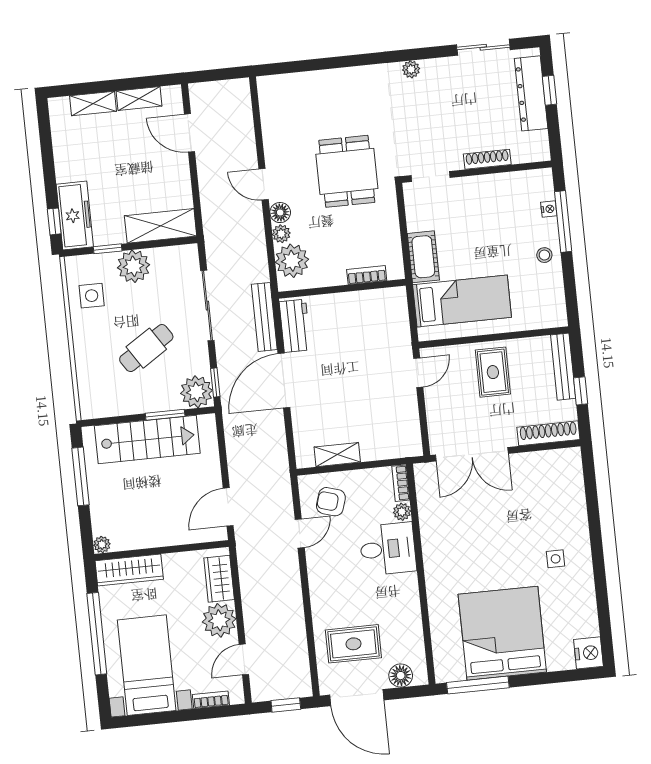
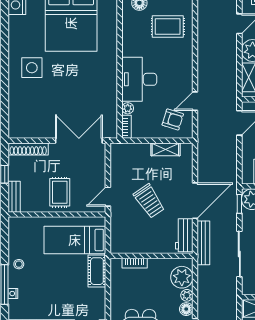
bench: (563, 367) -> (14, 197), width x0.73
trolley: (354, 373) -> (149, 201), added
desk: (388, 549) -> (139, 79), width x1.37
side table: (556, 559) -> (32, 68), width x1.87, depth x1.87

